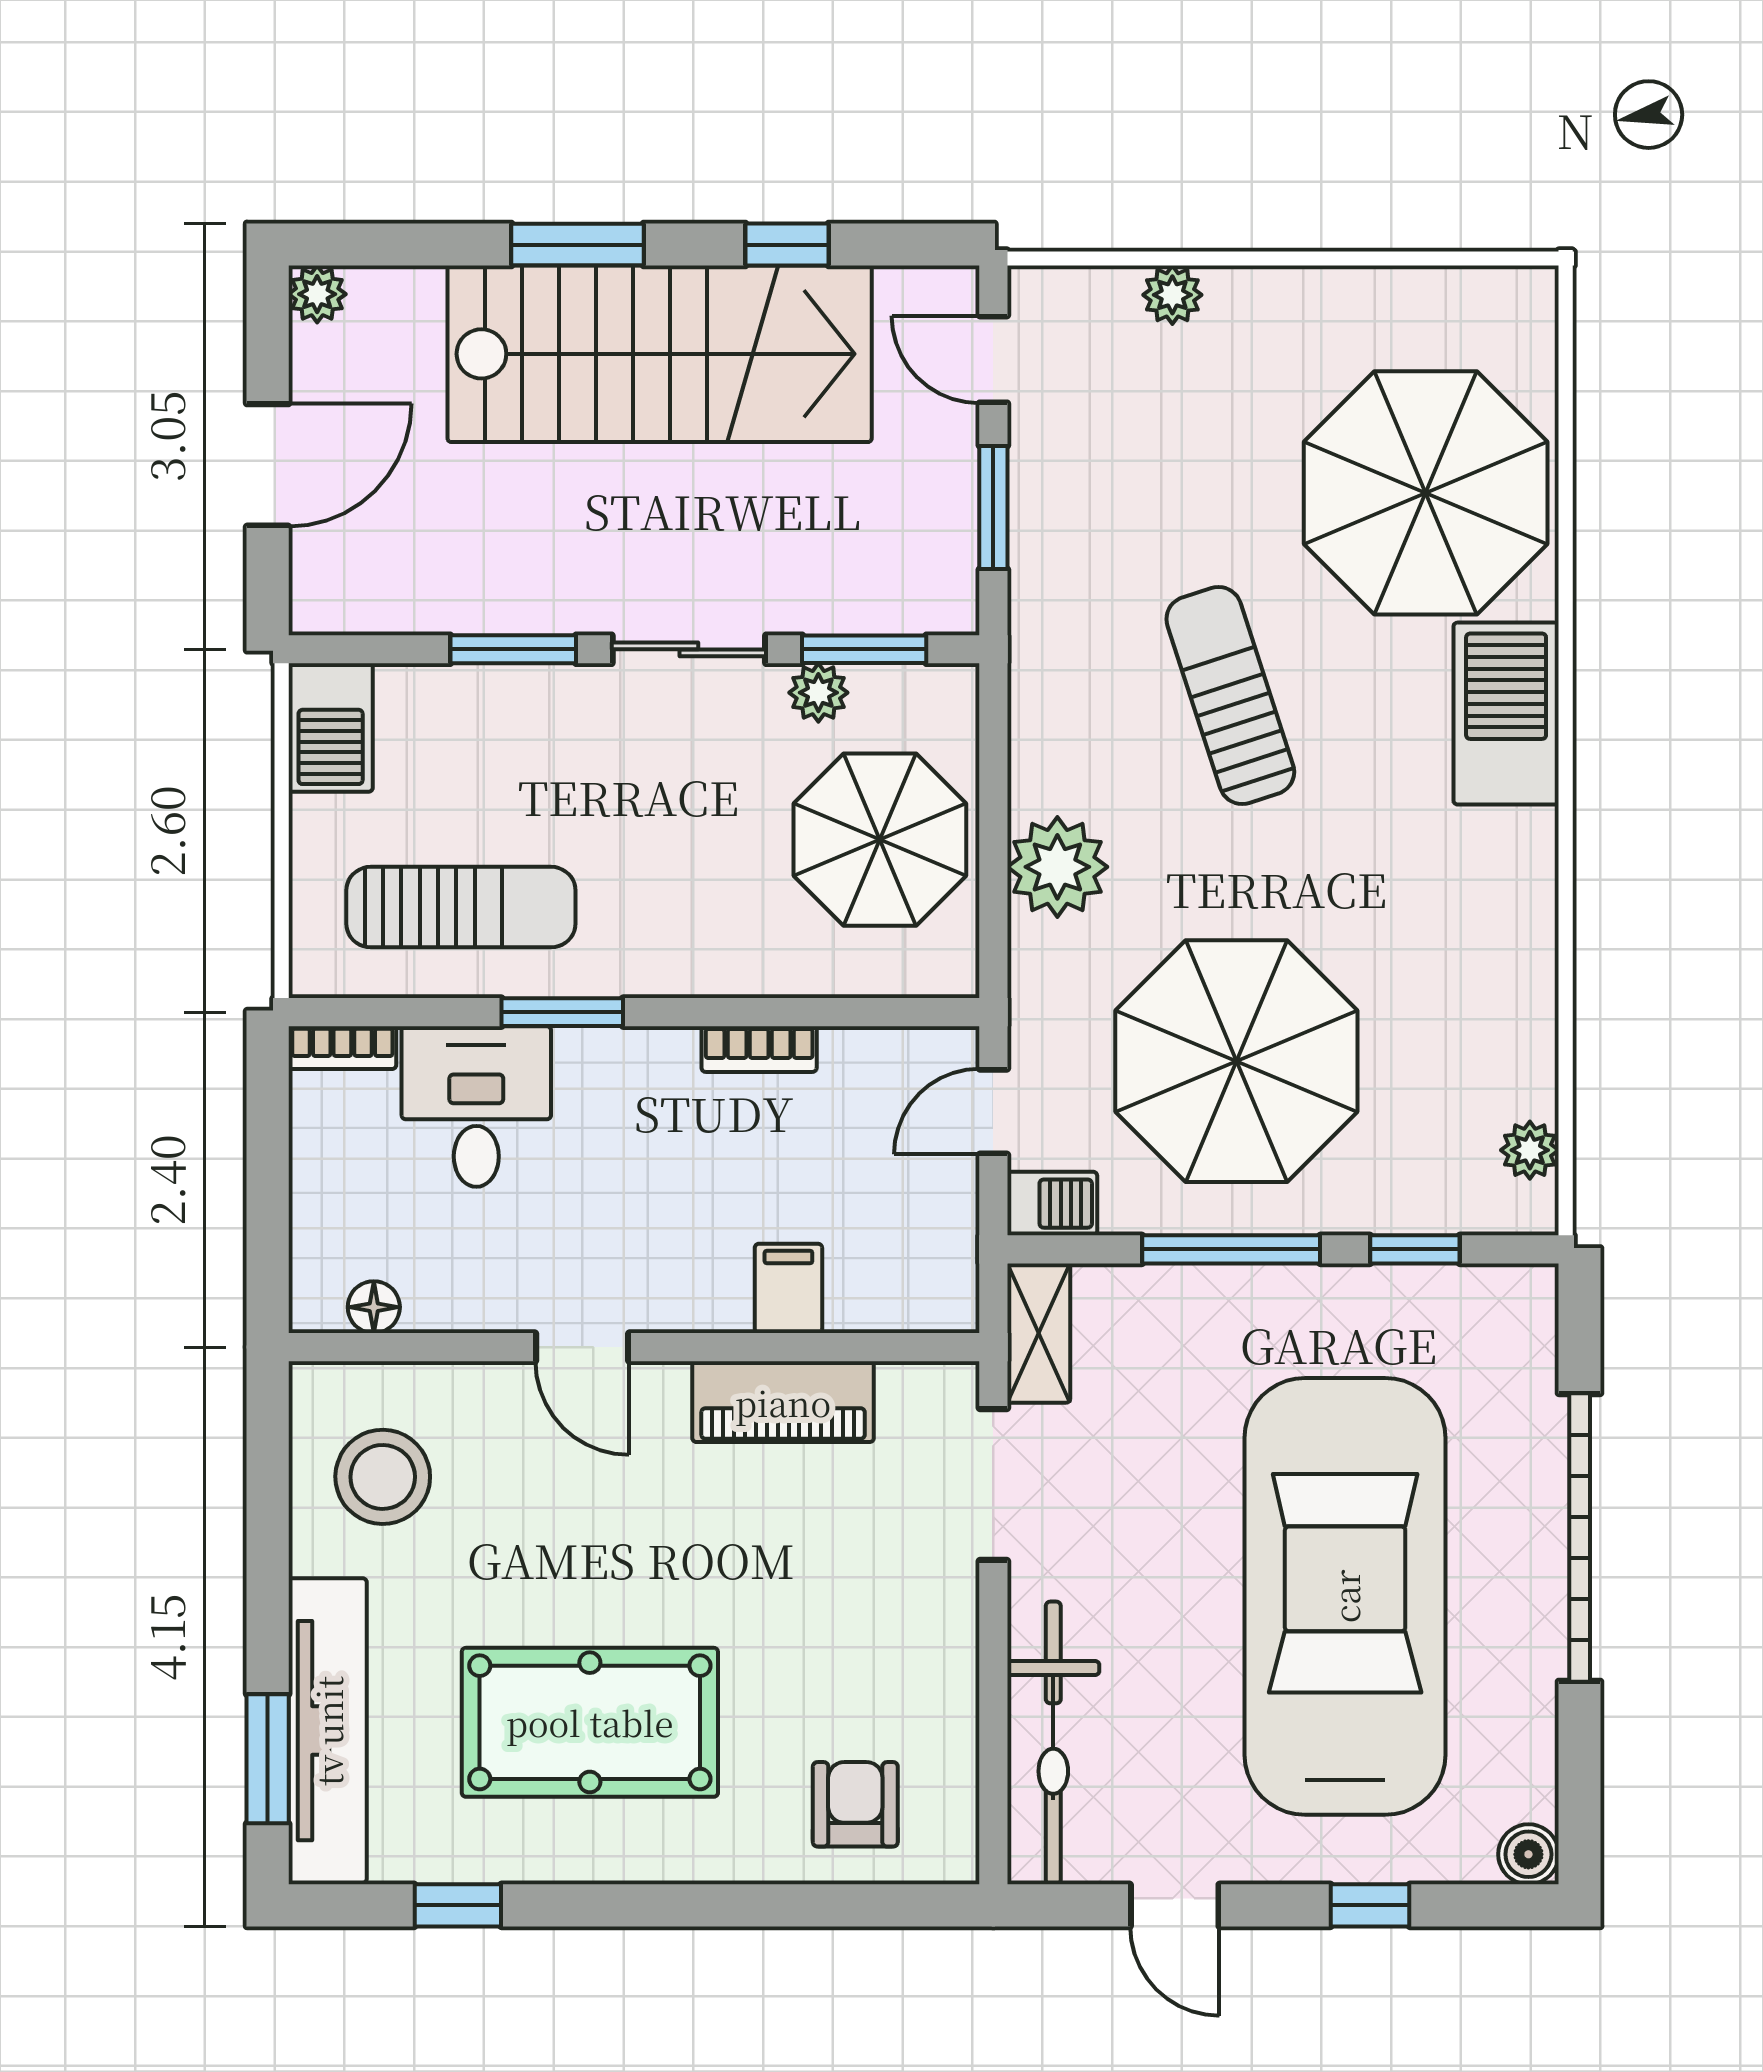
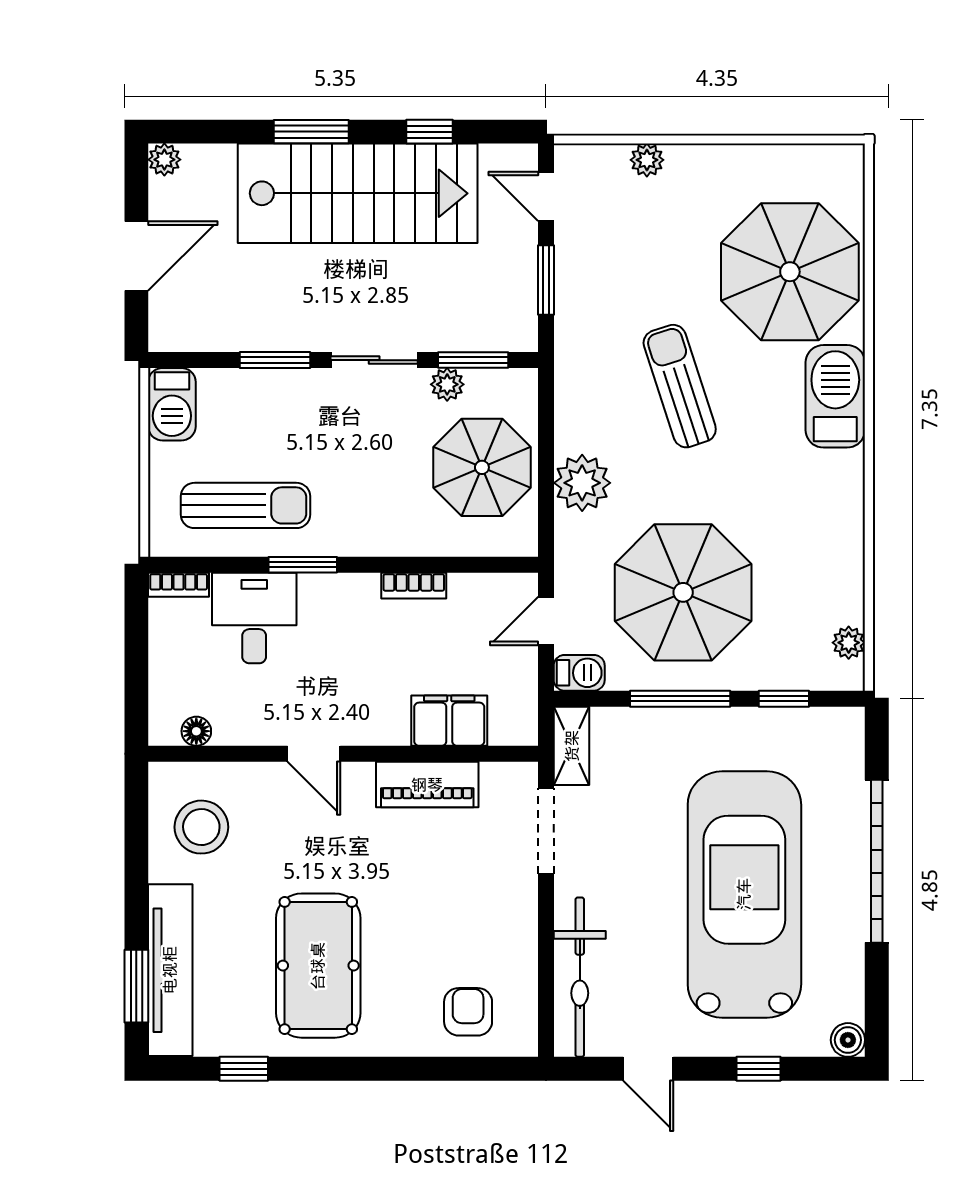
filing cabinet: (788, 1288) -> (449, 721), width x2.00
pool table: (590, 1722) -> (318, 966), turned 90

